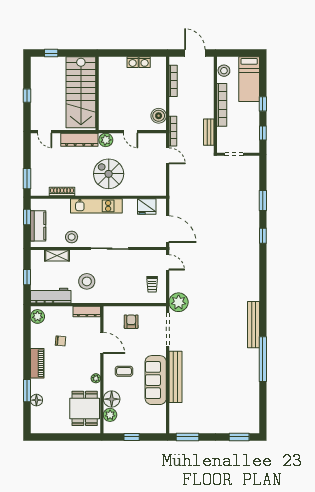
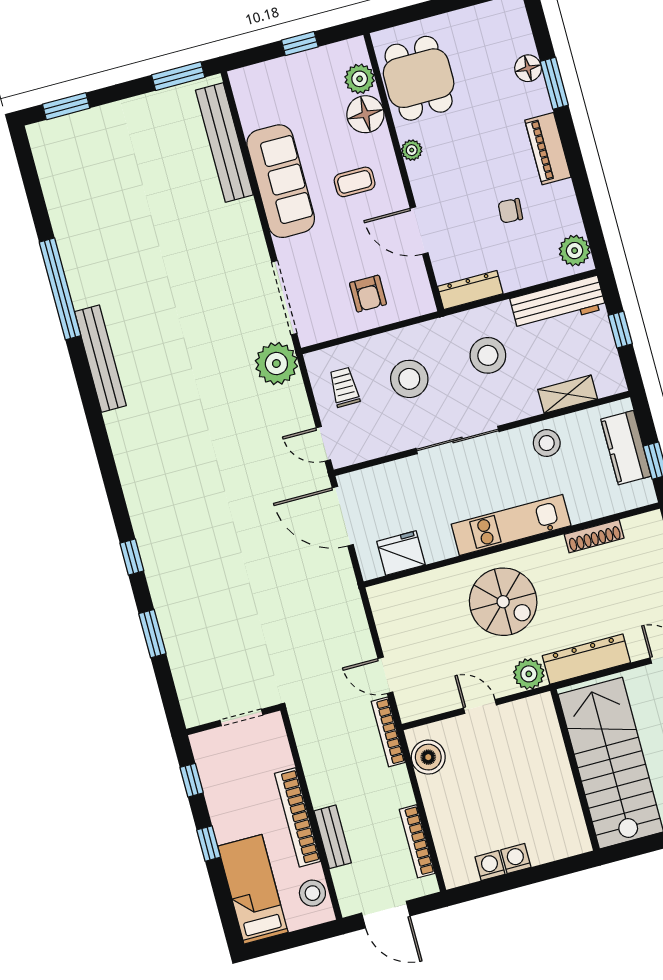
bench: (209, 132) -> (333, 837), moved
stool: (123, 280) -> (409, 379), added
bench: (175, 377) -> (224, 143), moved

